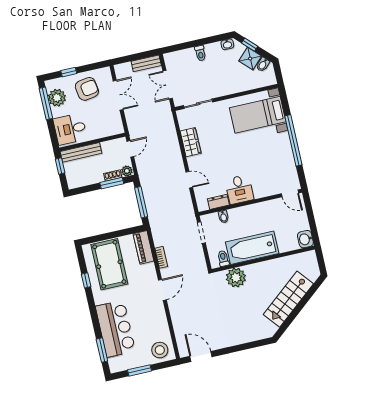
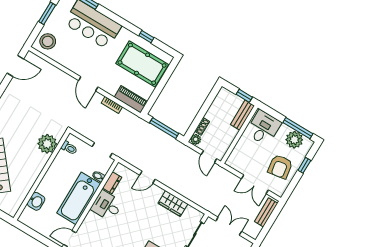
bench: (146, 63) -> (266, 212), moved
bench: (81, 152) -> (242, 115), width x0.73
window: (112, 183) -> (197, 120), removed
washbasin: (305, 239) -> (36, 201), moved, turned 90
bathtub: (252, 248) -> (79, 198), moved, turned 180

